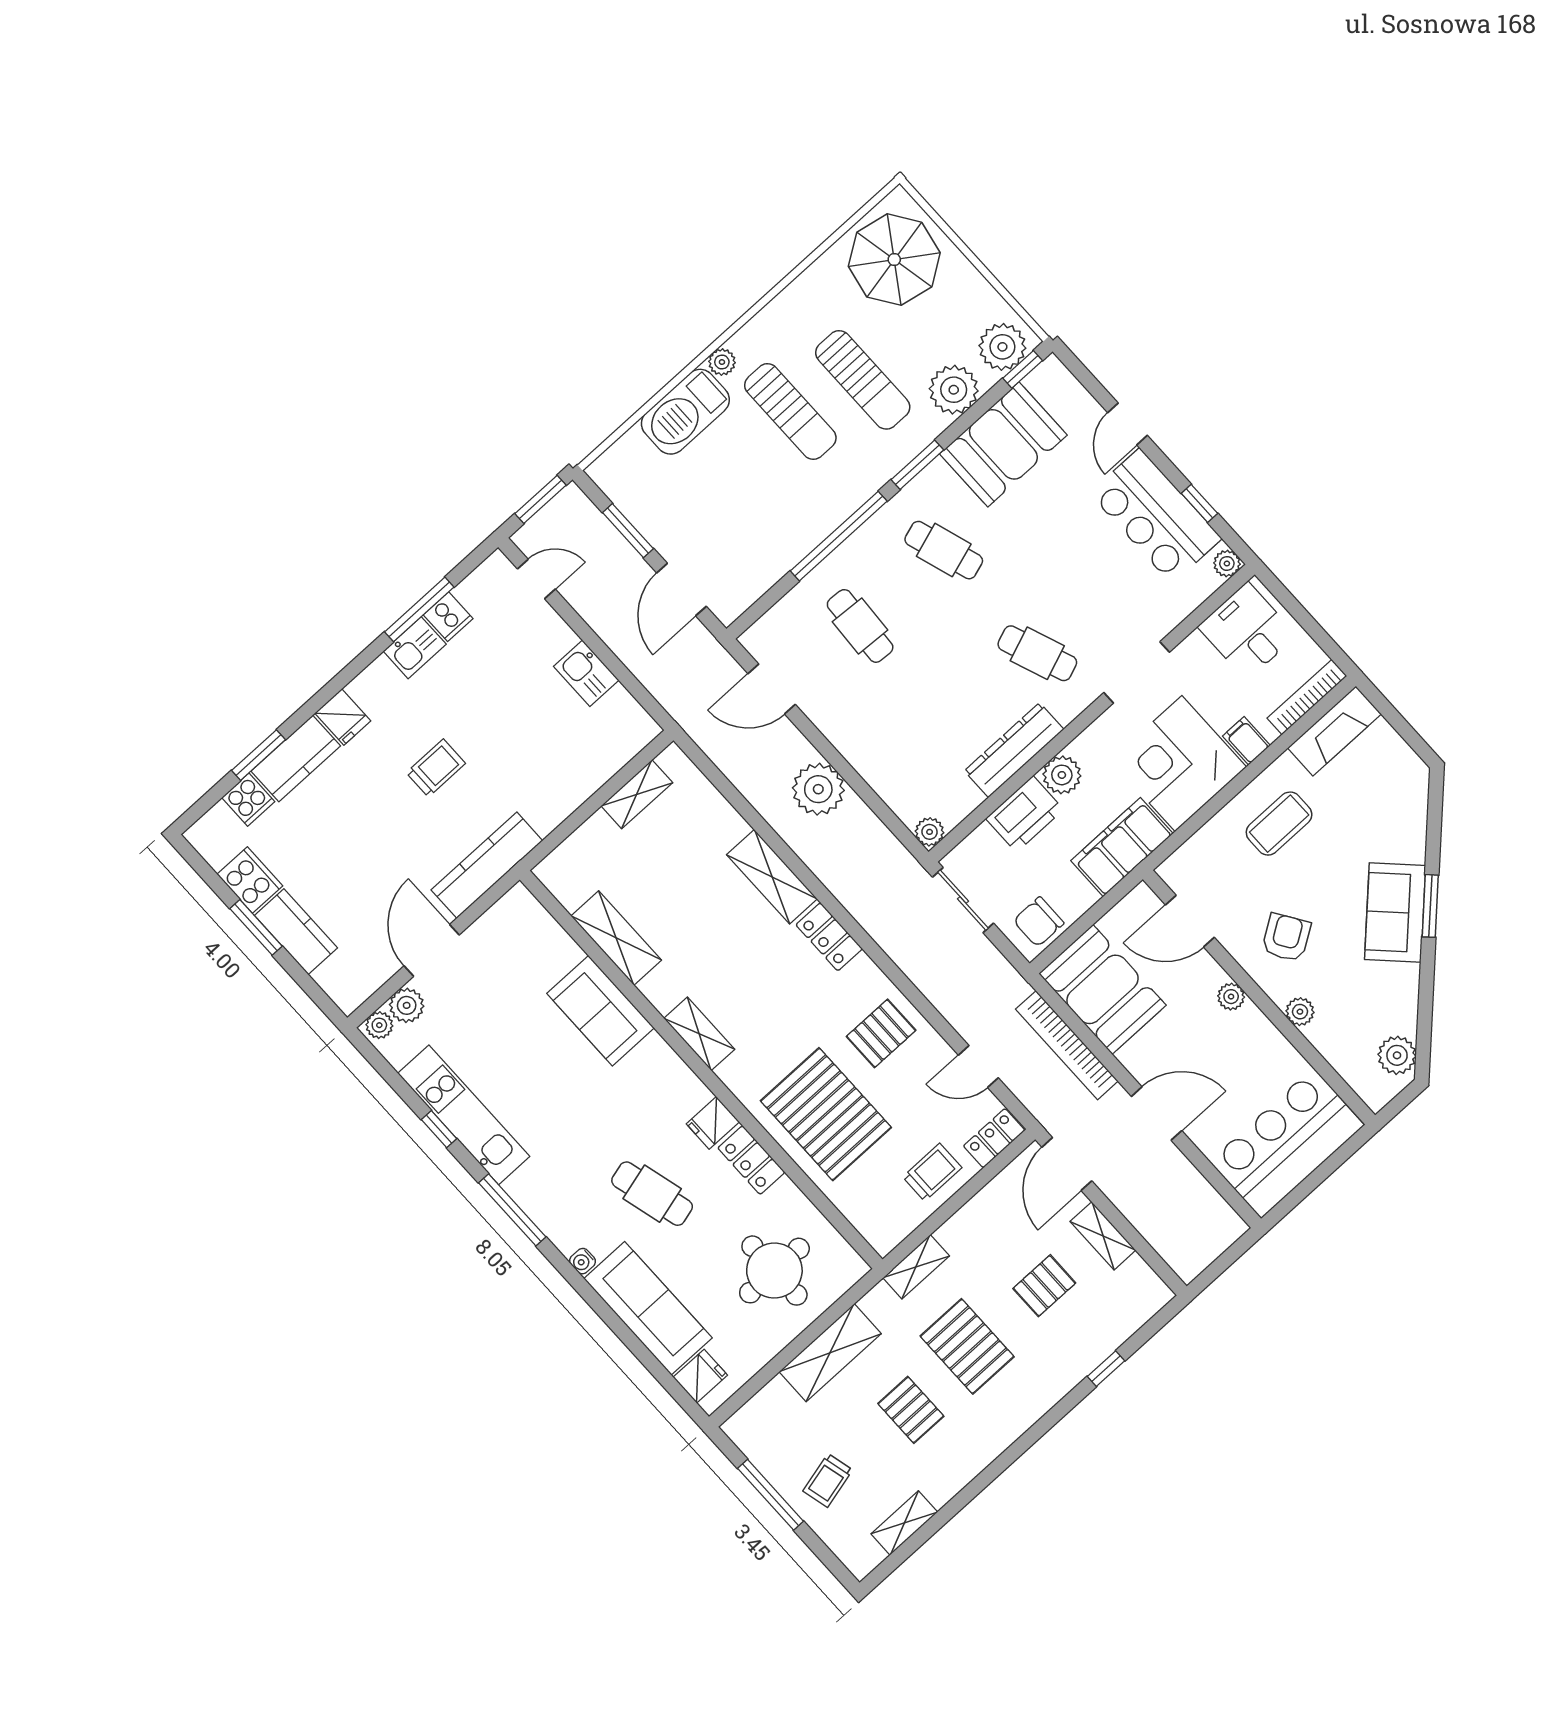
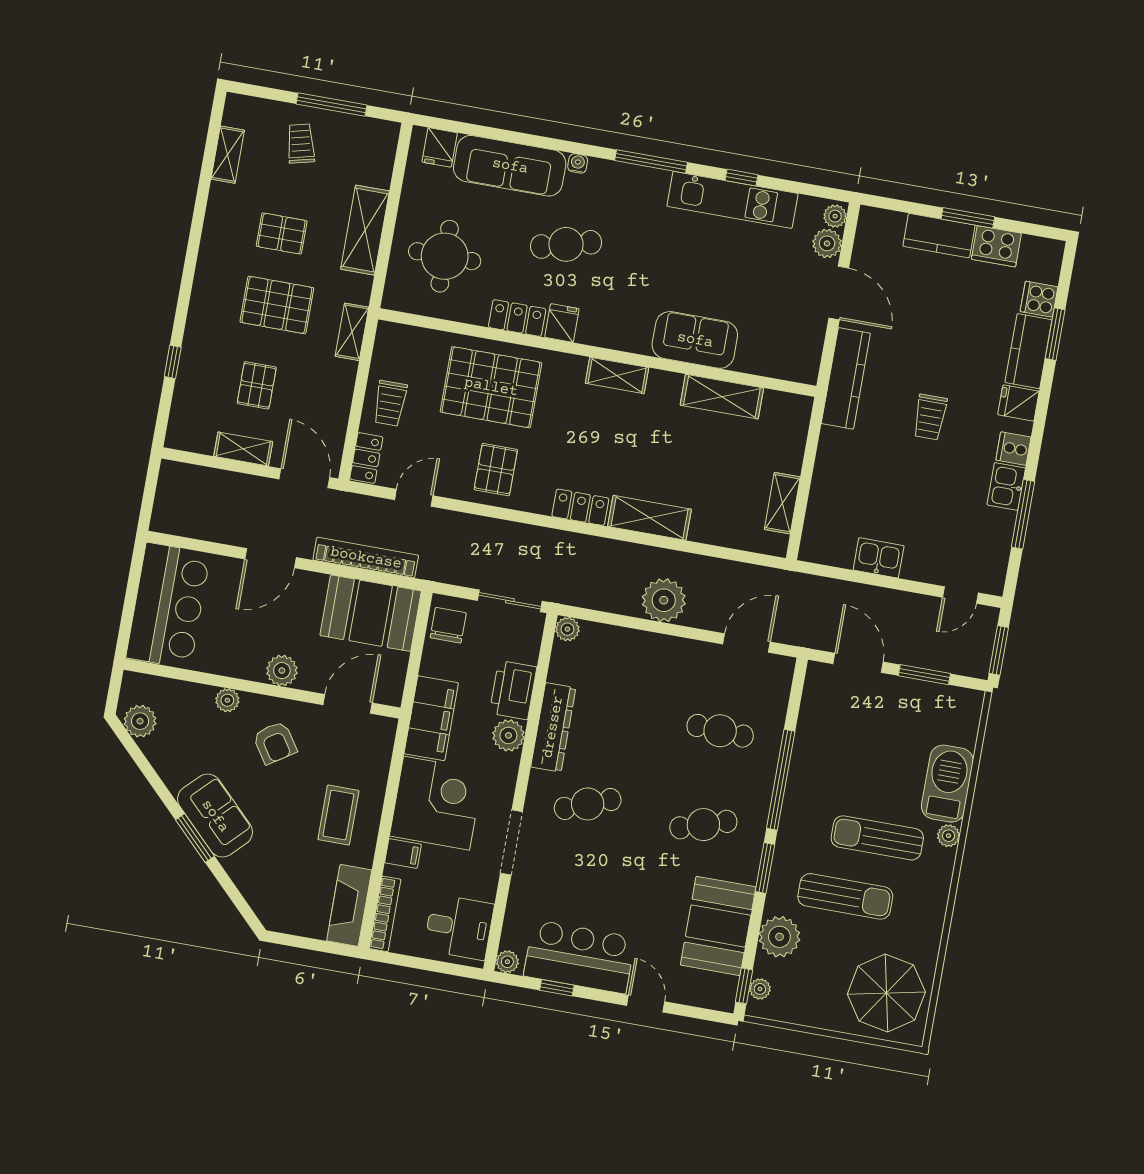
plant: (1002, 347) -> (760, 989), width x0.53, depth x0.53
sun lounger: (863, 380) -> (845, 896), turned 180
cooker: (448, 617) -> (1013, 449), moved
plant: (1231, 997) -> (282, 671), width x1.38, depth x1.38

